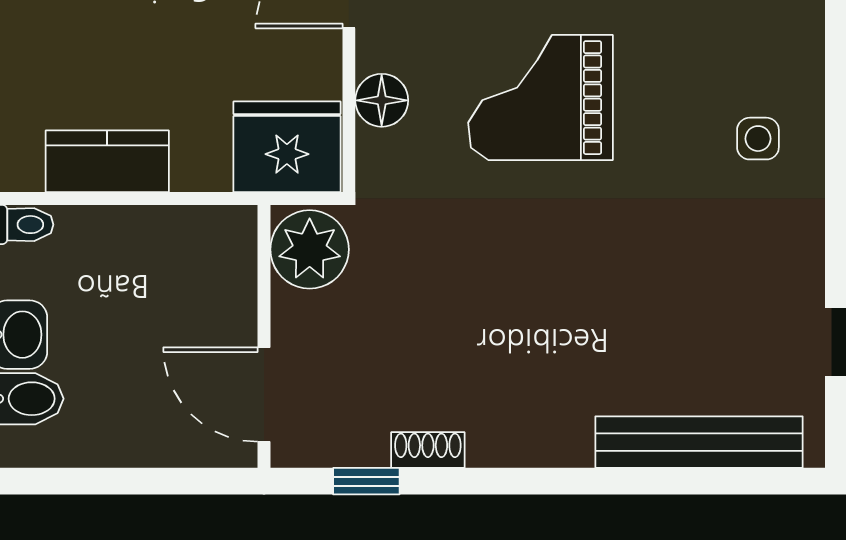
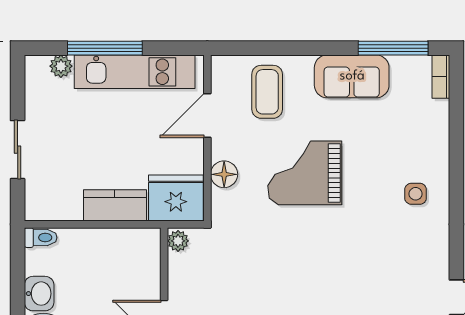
kitchen counter: (107, 161) -> (115, 205), moved
plant: (310, 249) -> (178, 241), width x0.53, depth x0.53

